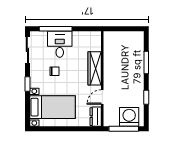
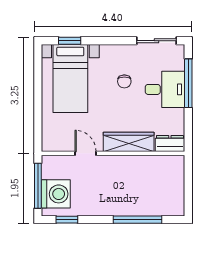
window: (146, 62) -> (138, 220), width x1.44
window: (27, 84) -> (70, 41), moved
window: (146, 97) -> (67, 220), moved
dresser: (96, 117) -> (170, 143), moved

